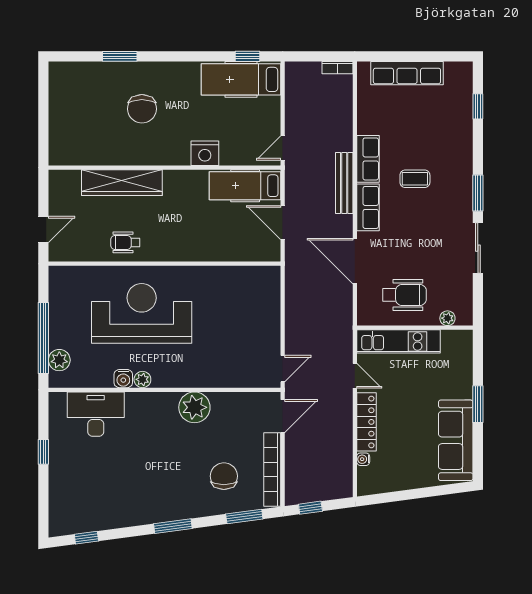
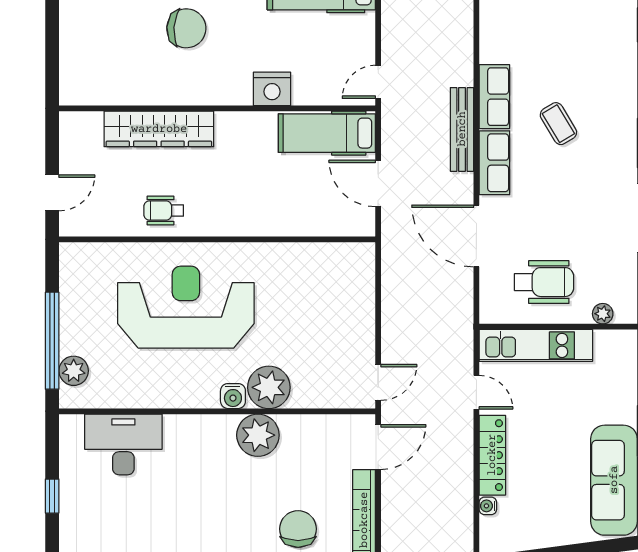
chair: (142, 109) -> (186, 28), turned -86
coffee table: (415, 179) -> (558, 124), turned 59
water cooler: (123, 379) -> (233, 396), moved
plant: (142, 379) -> (269, 387), moved, width x1.87, depth x1.87

